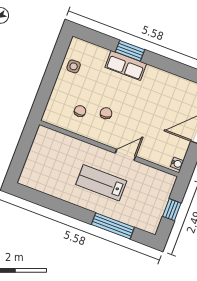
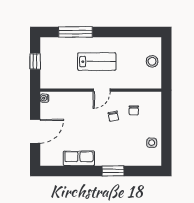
row of seats: (126, 65) -> (79, 158), moved
door: (125, 155) -> (102, 90), moved
stool: (38, 159) -> (152, 61), added

